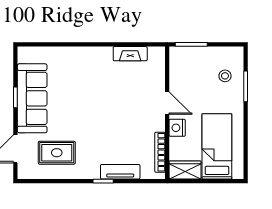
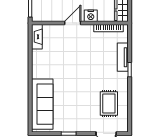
fireplace: (130, 54) -> (37, 37), moved
sofa: (32, 98) -> (42, 104), moved, turned 90

